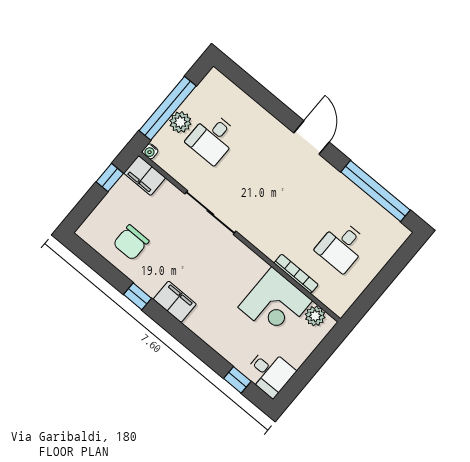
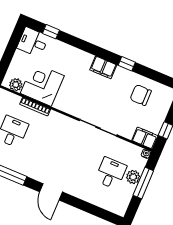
window: (168, 108) -> (143, 183), width x0.68
chair: (131, 242) -> (141, 95), turned -90

